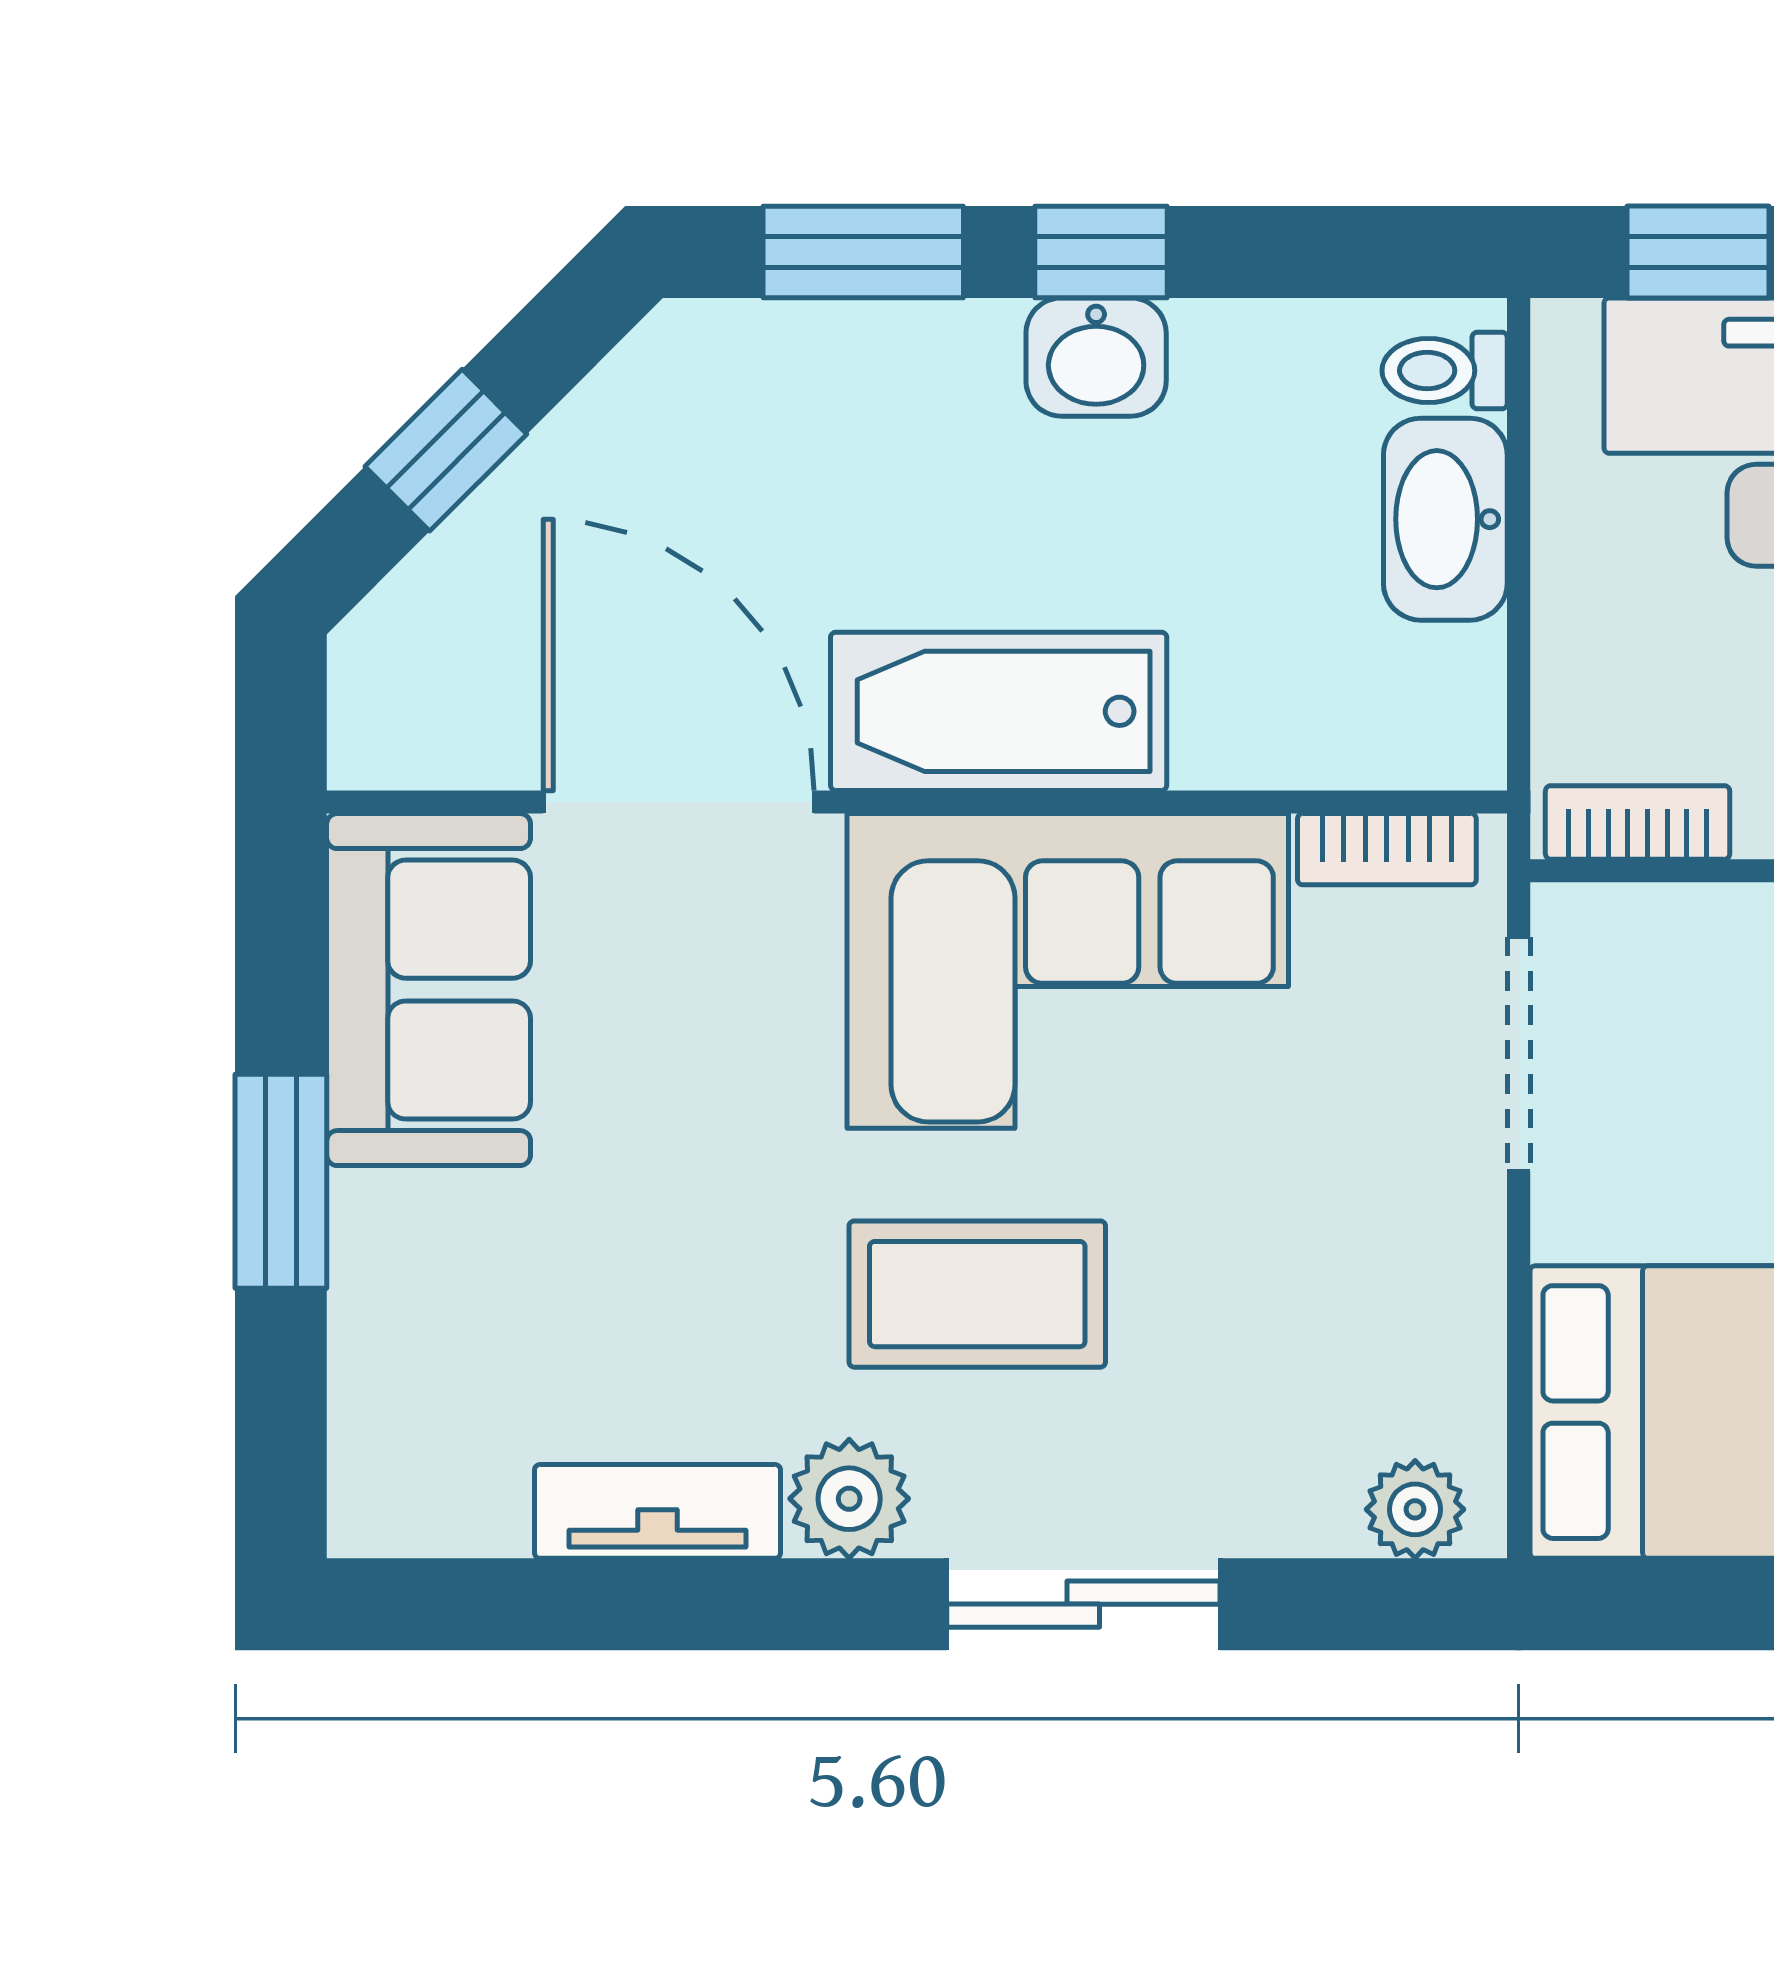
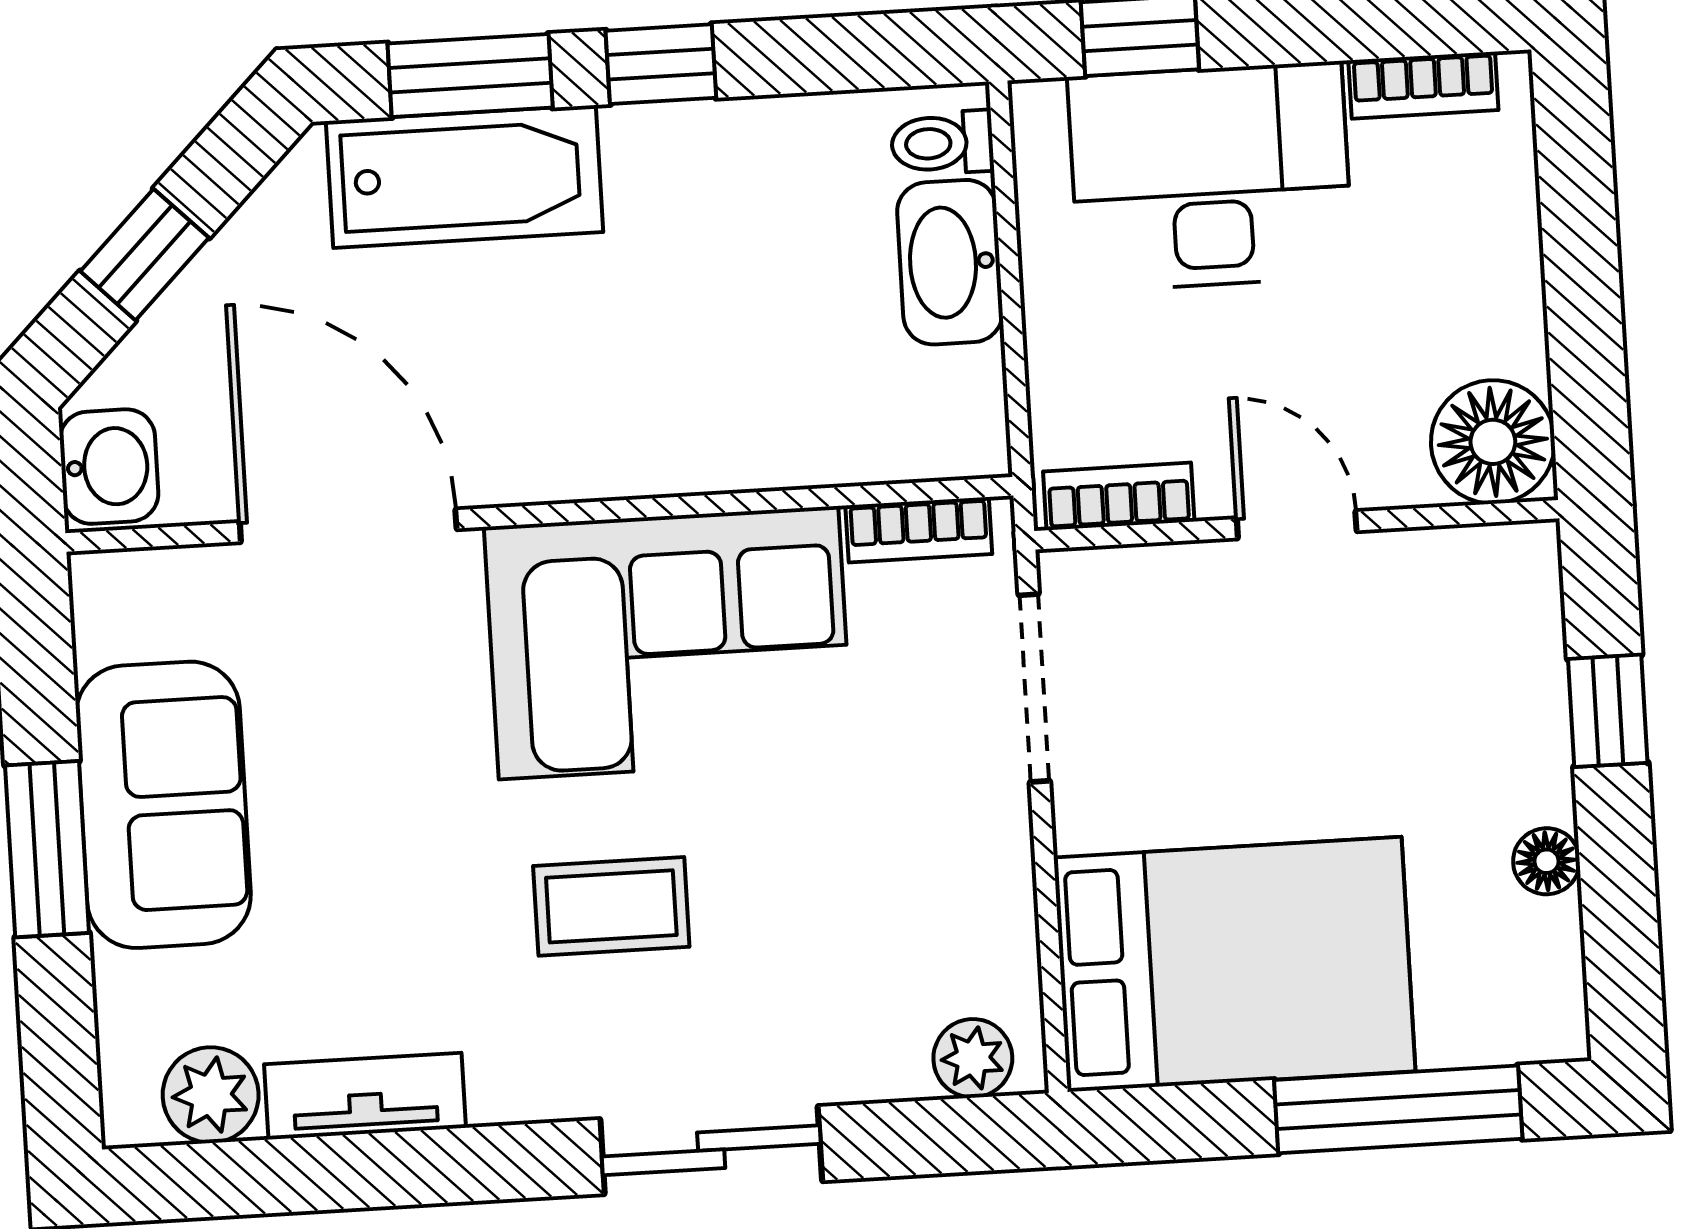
washbasin: (1096, 357) -> (109, 467), moved, turned -90
bathtub: (999, 711) -> (465, 177), moved, turned 180
sofa: (429, 990) -> (163, 805), moved
coffee table: (977, 1294) -> (611, 906), width x0.73, depth x0.77
plant: (849, 1499) -> (211, 1095), moved

